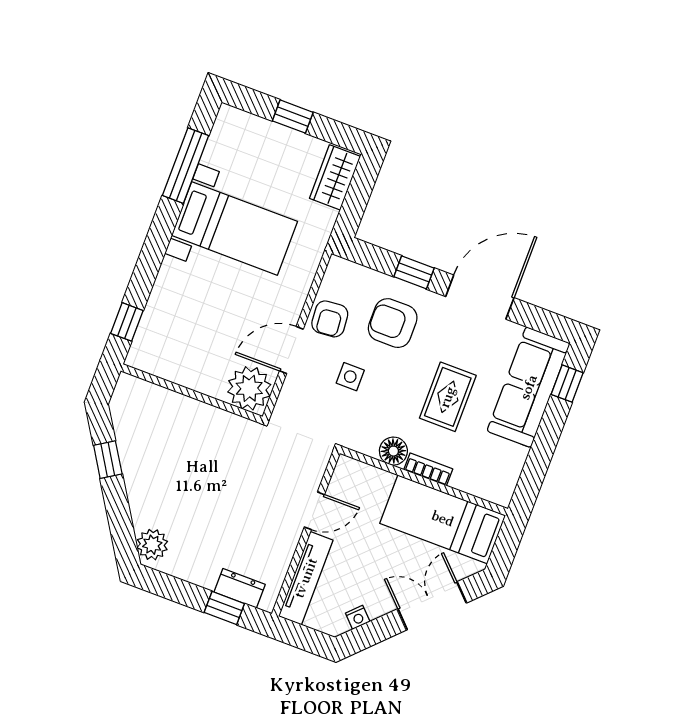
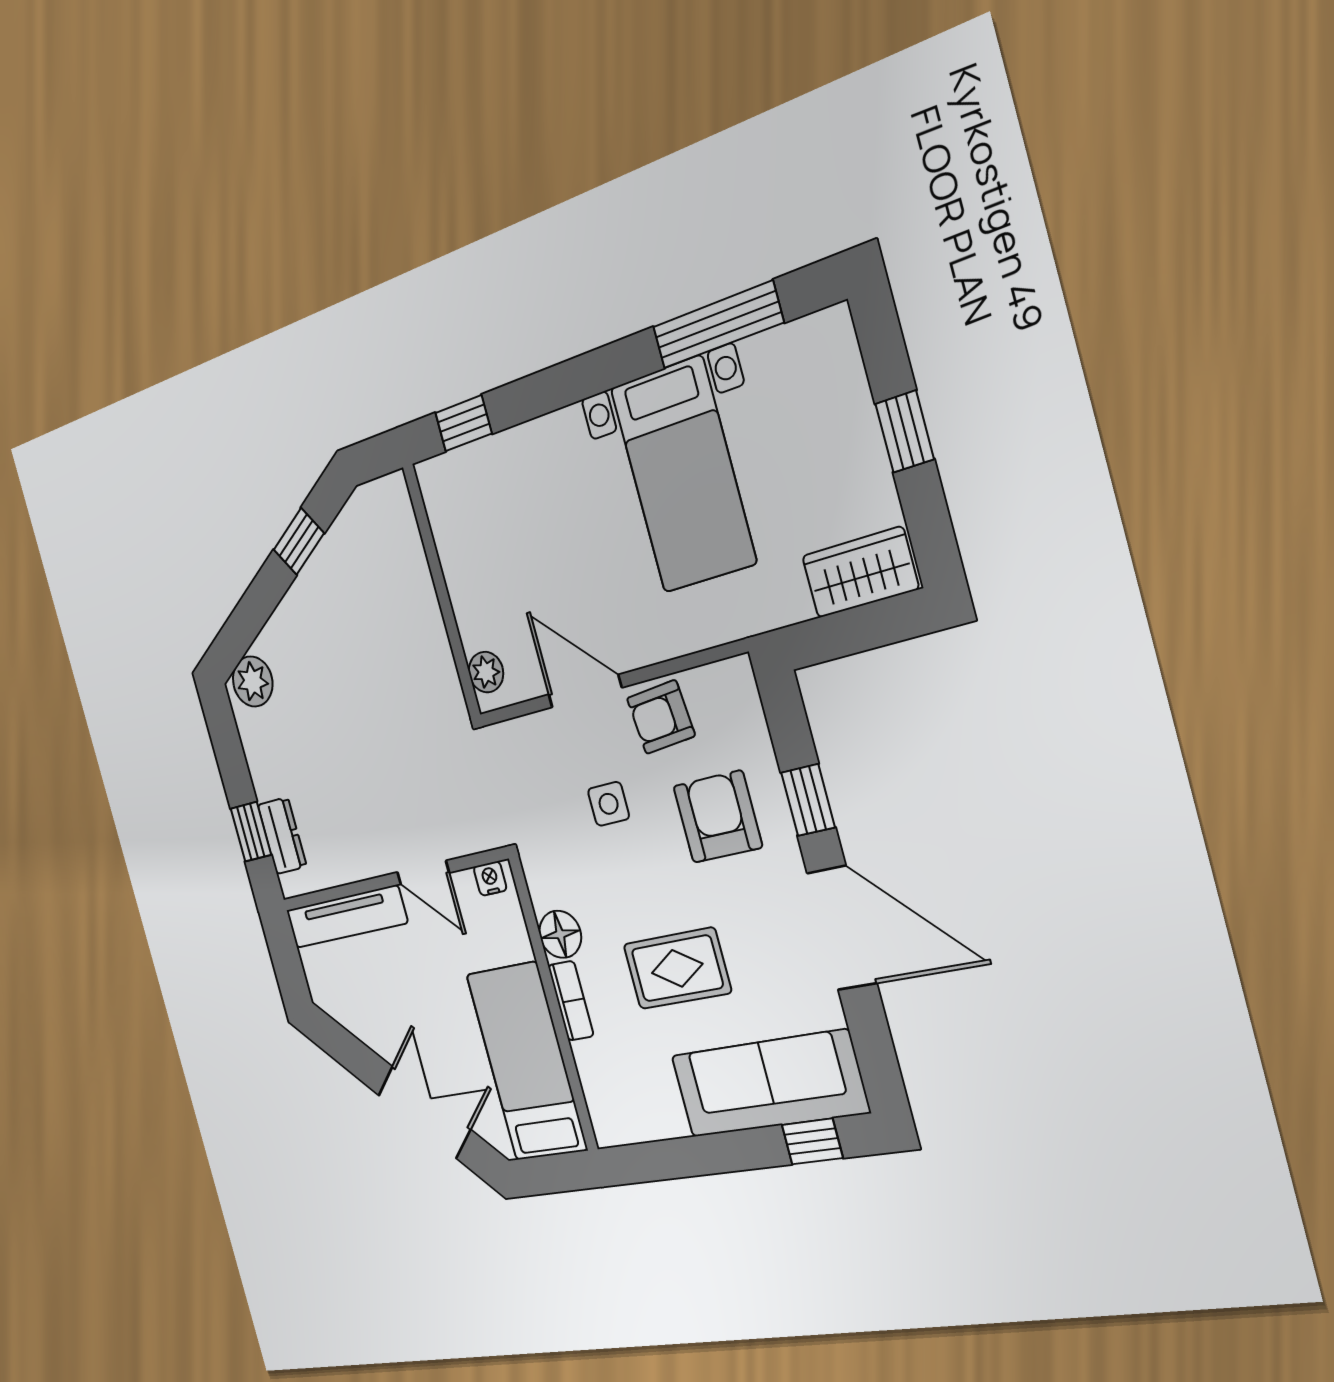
plant: (249, 388) -> (486, 672), width x0.53, depth x0.53
nightstand: (358, 617) -> (490, 878), moved, turned 135

